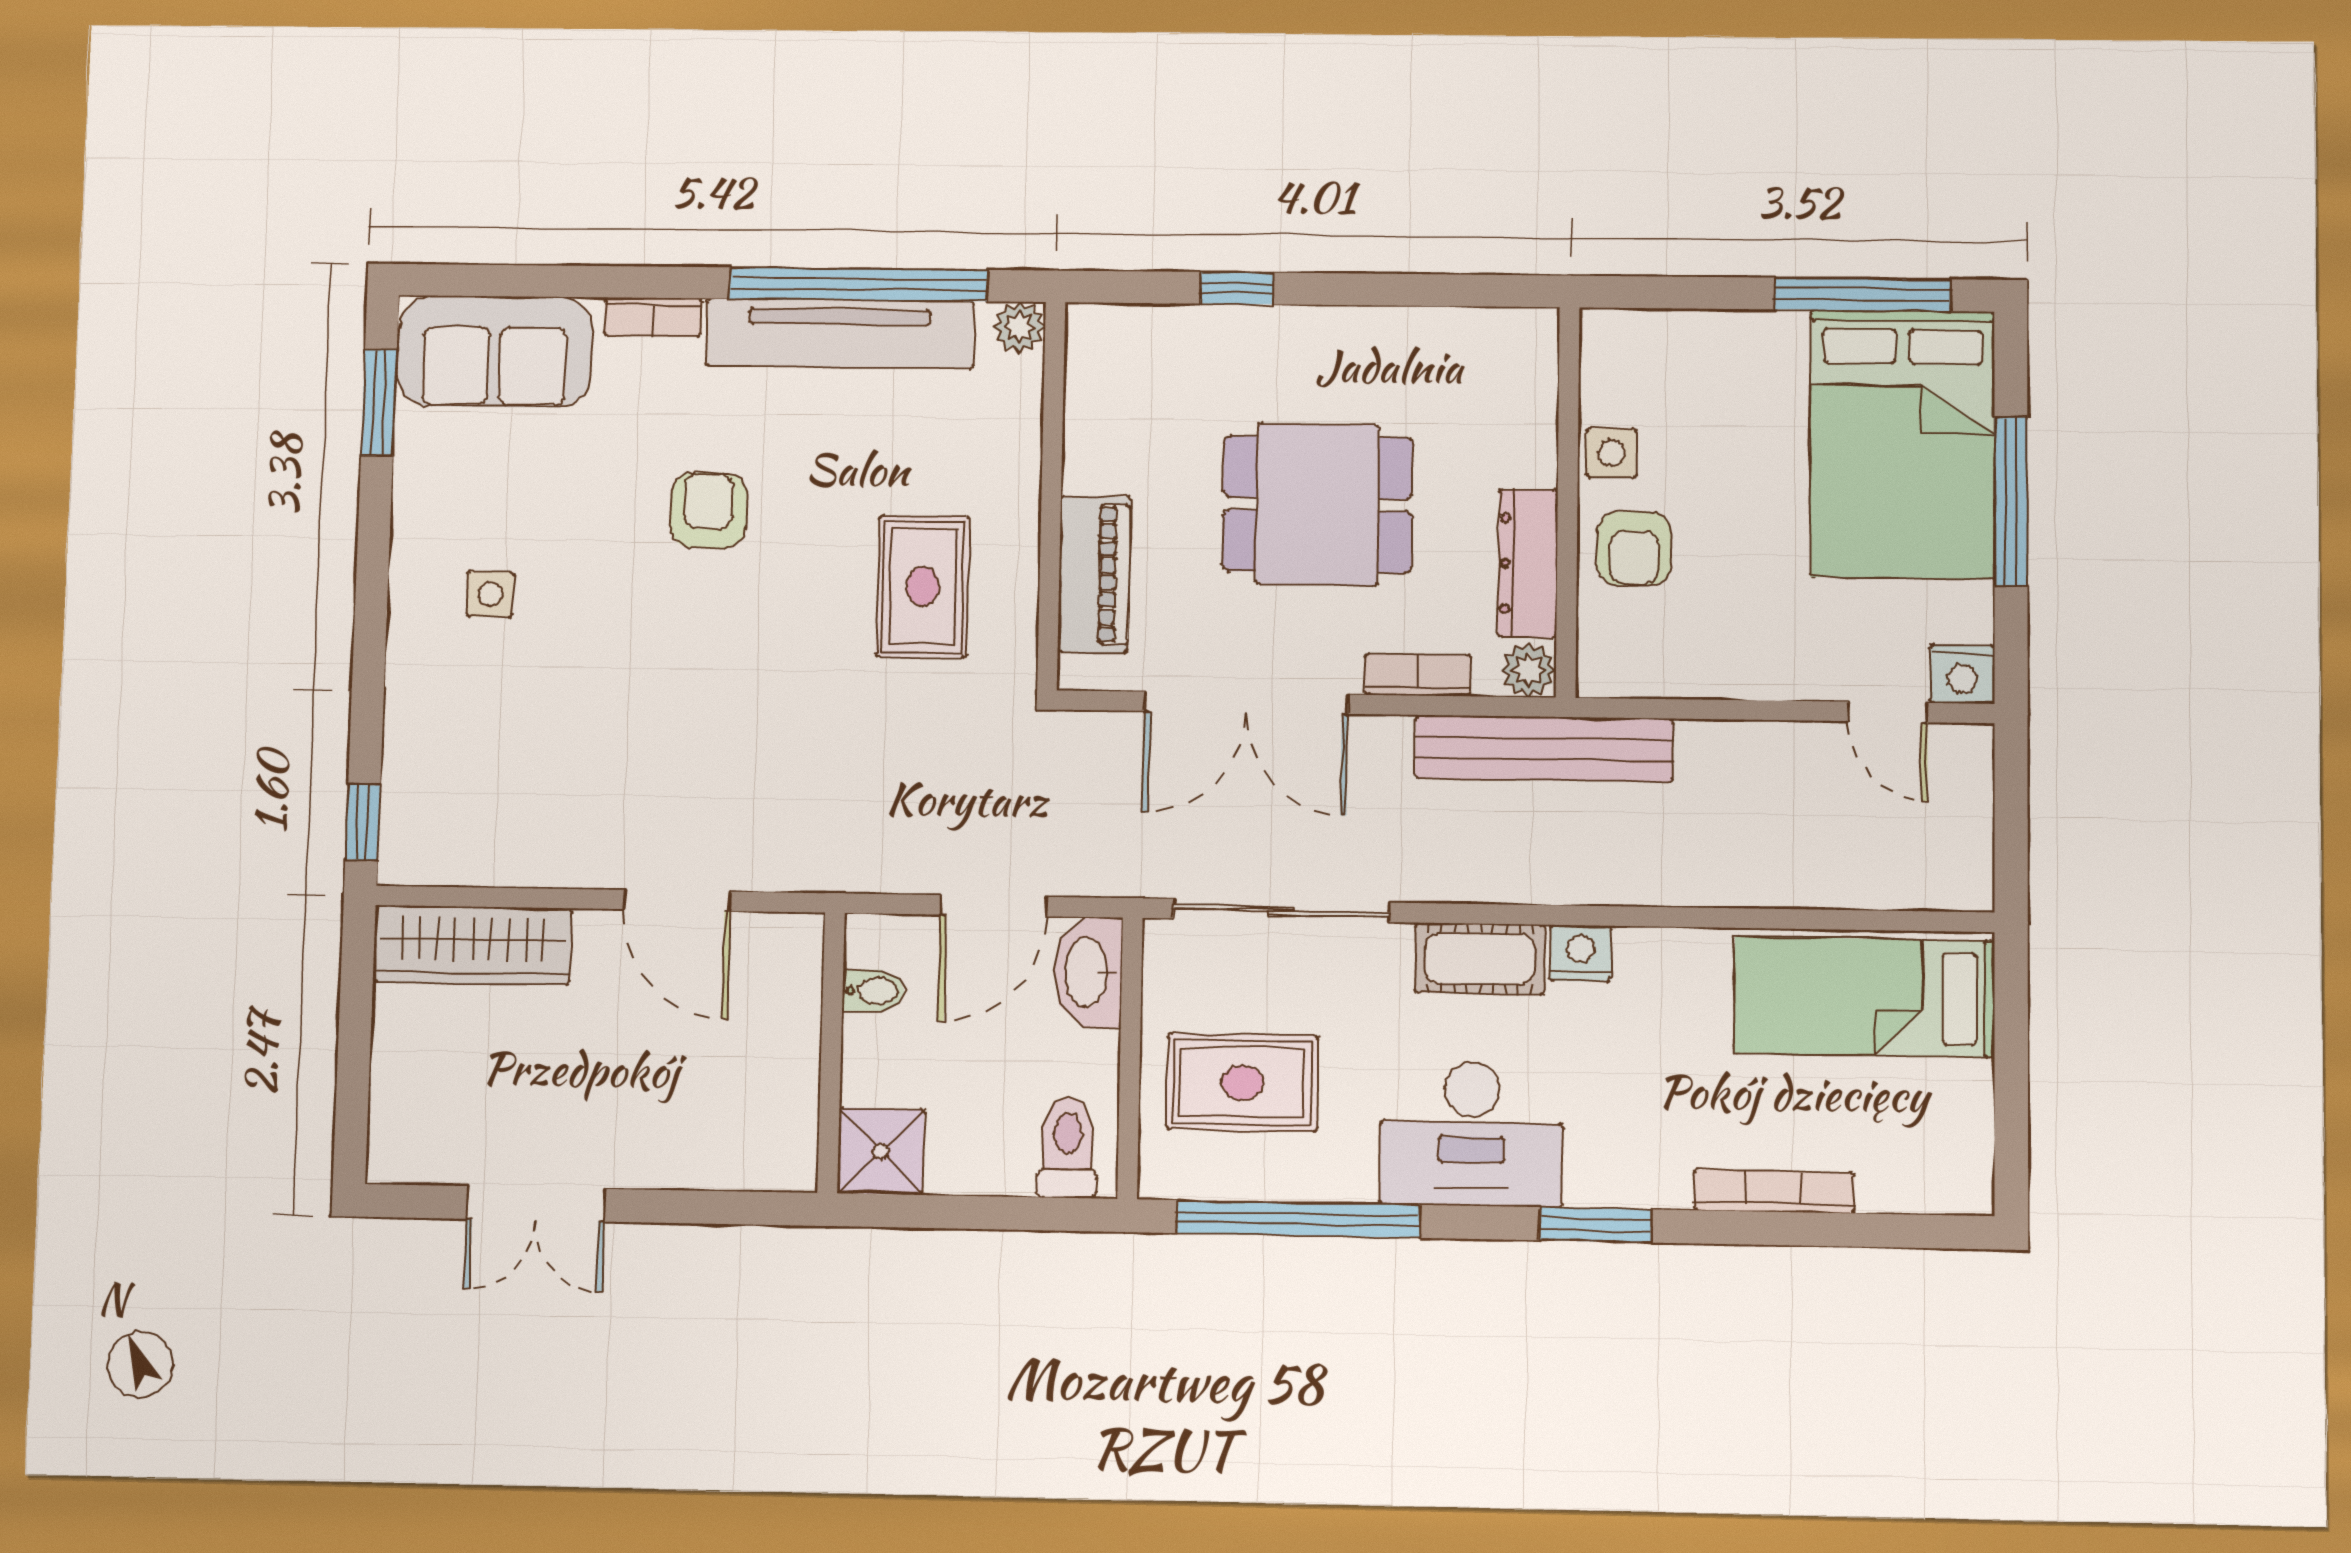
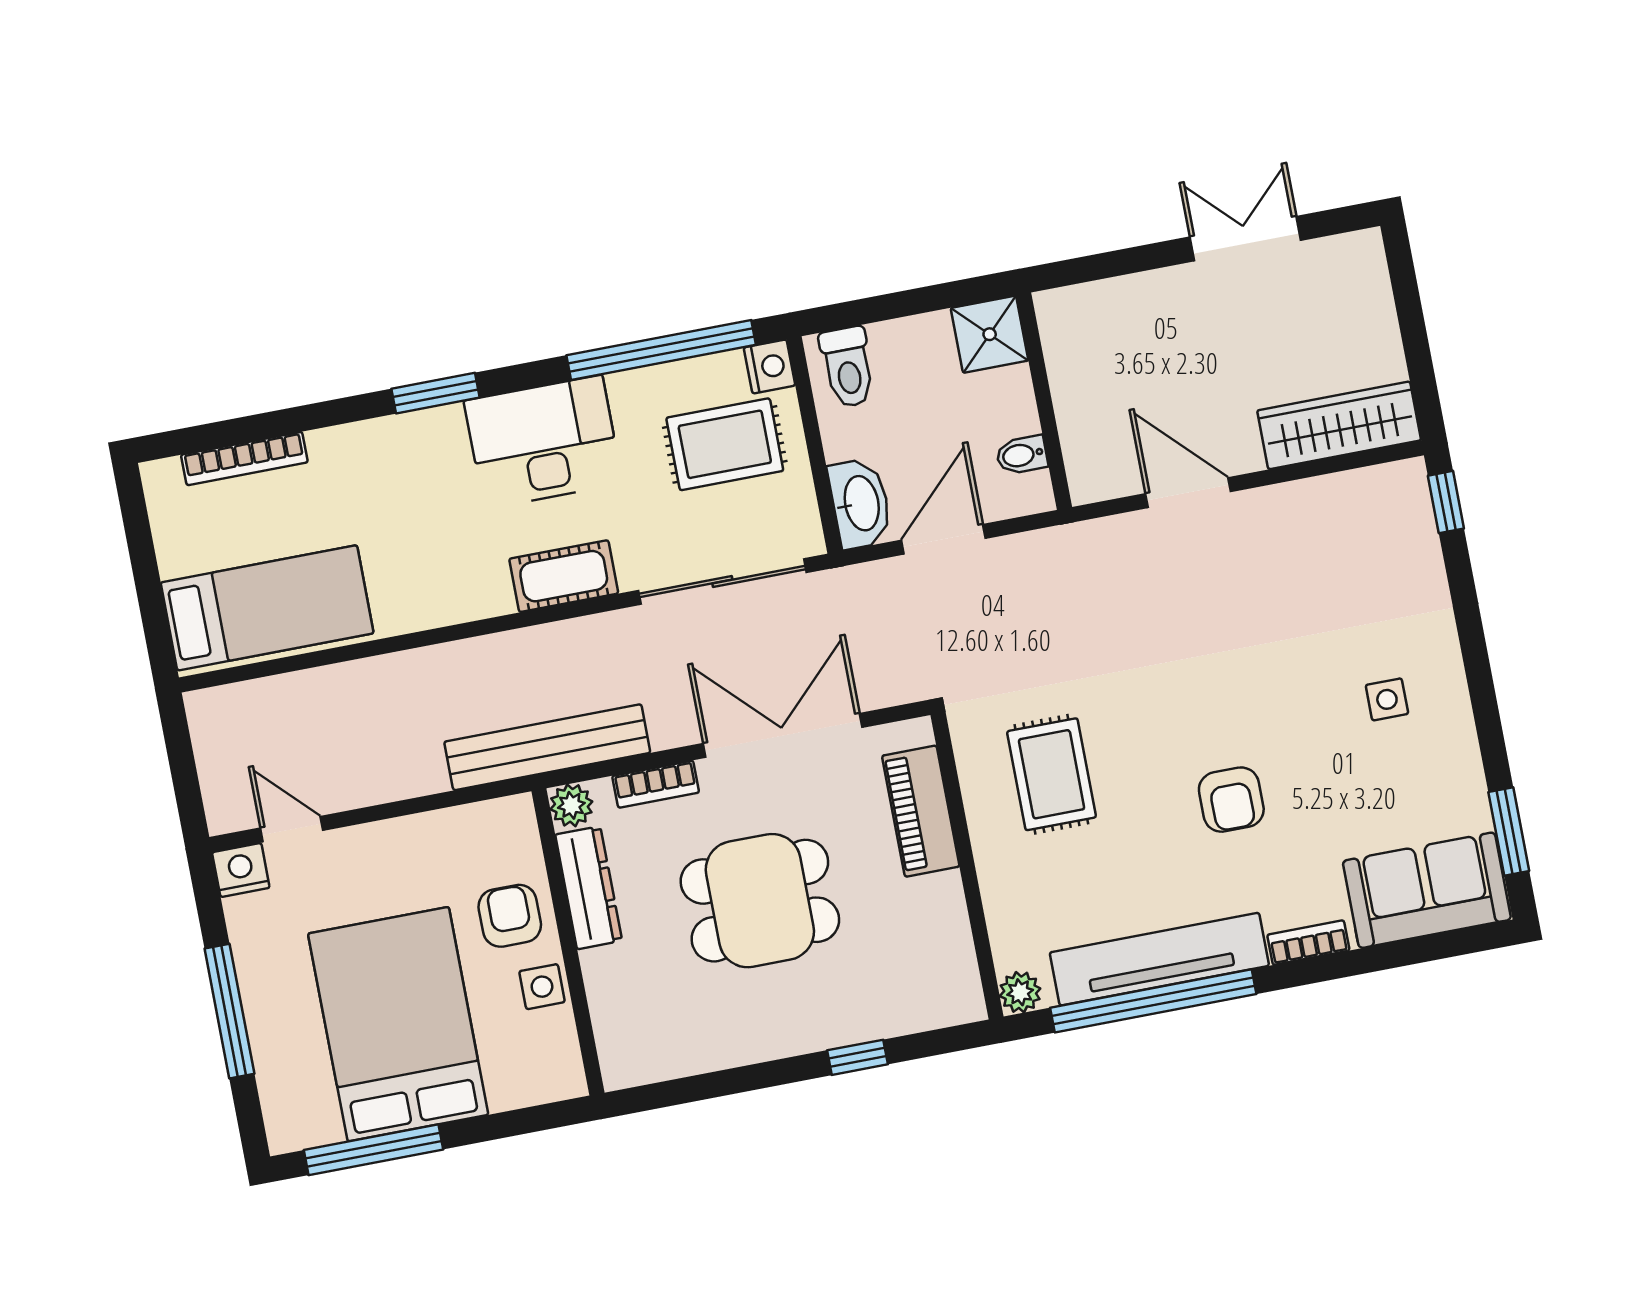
bed: (1903, 444) -> (398, 1024), moved
nightstand: (1581, 953) -> (769, 366), moved, turned -90
bookcase: (1774, 1191) -> (244, 459), moved

